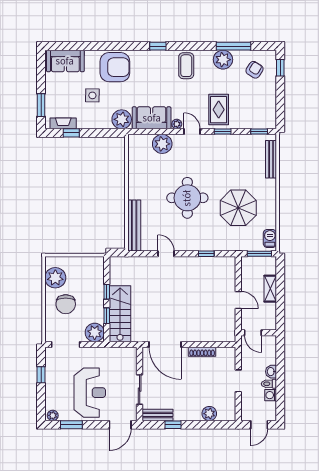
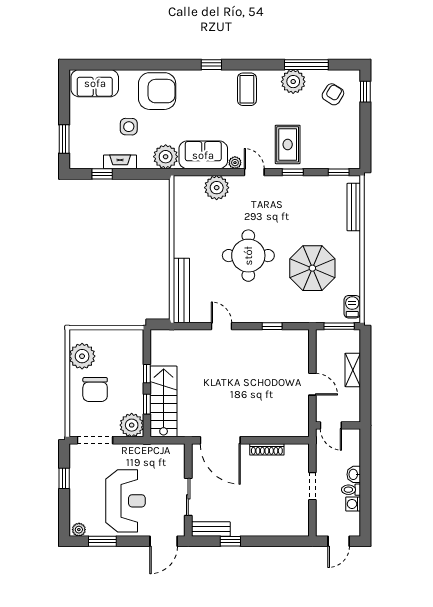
fireplace: (63, 123) -> (120, 162), moved
plant: (209, 414) -> (276, 527), removed

